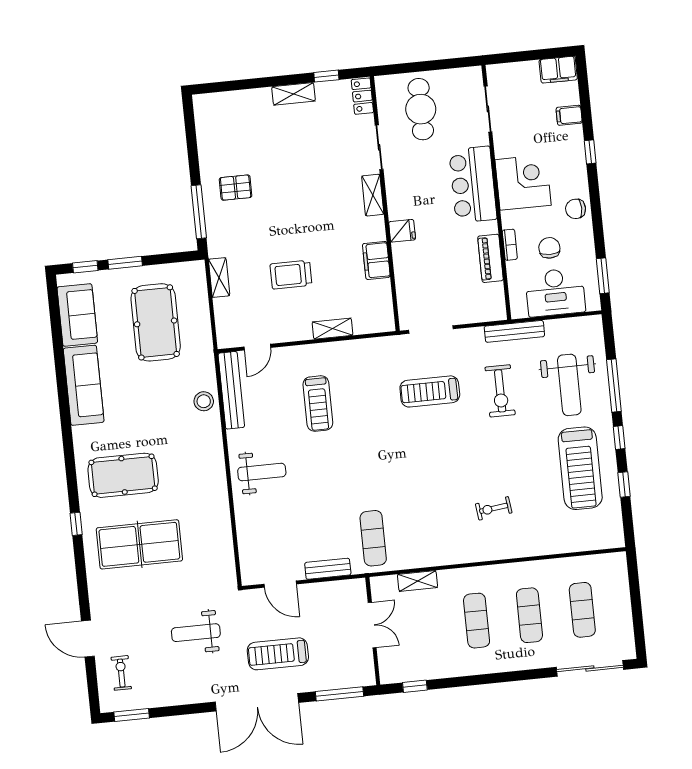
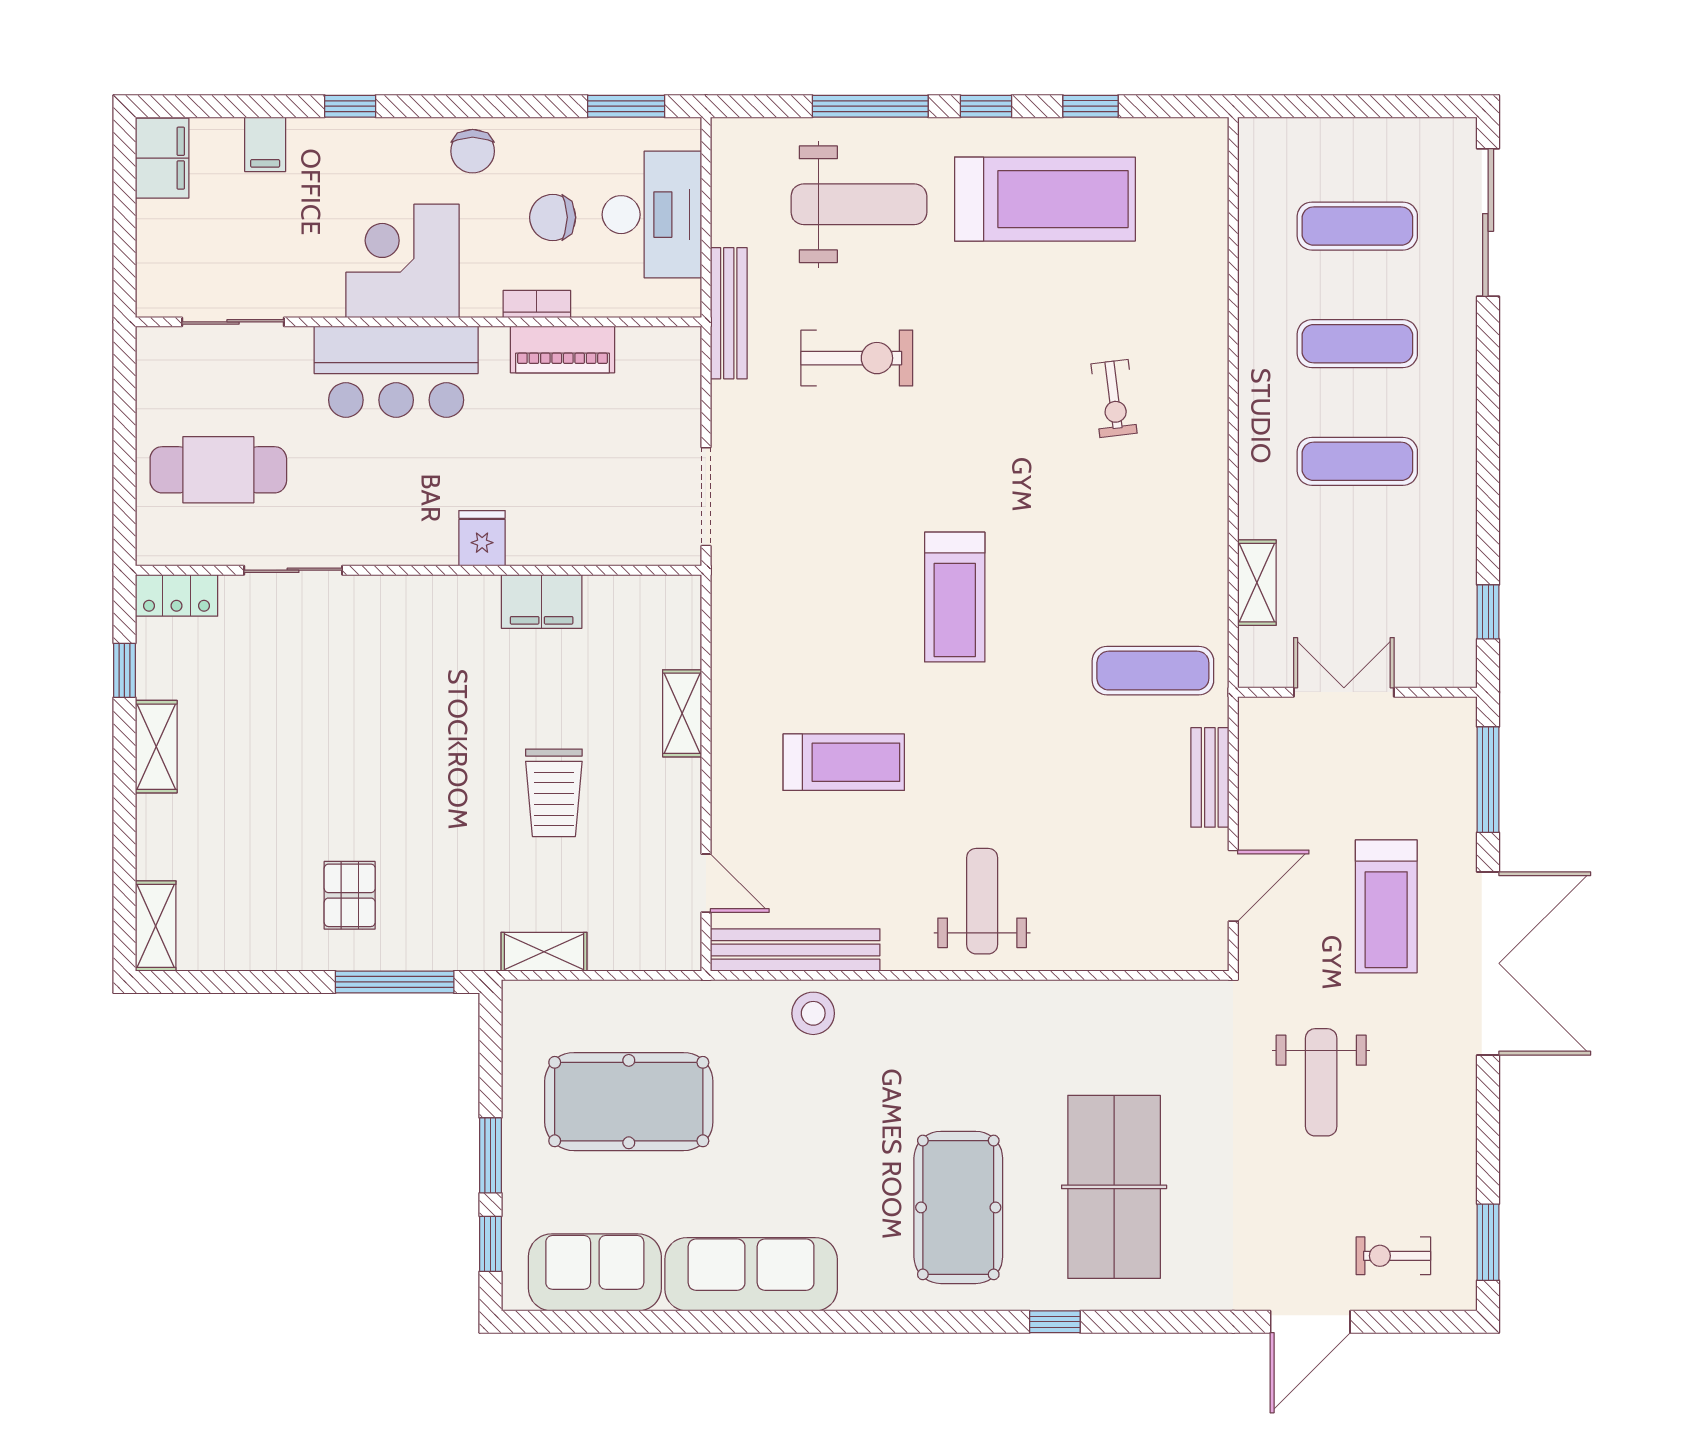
shelving: (373, 195) -> (156, 926), moved, turned 90
treadmill: (430, 391) -> (955, 597), moved

